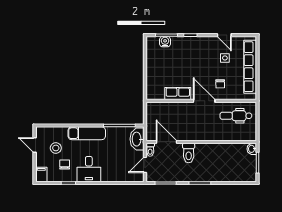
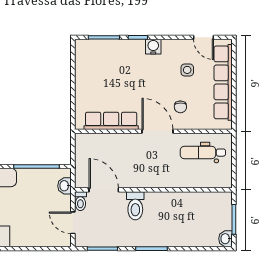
door: (224, 35) -> (204, 37), moved
water cooler: (165, 42) -> (153, 47), moved
row of seats: (178, 94) -> (111, 121), width x1.48
washbasin: (137, 139) -> (65, 186), width x0.52, depth x0.69
washbasin: (252, 149) -> (226, 239), moved
door: (145, 165) -> (73, 223), hinge flipped

